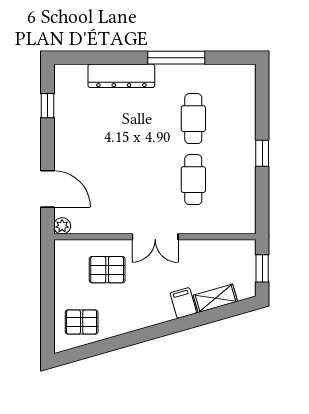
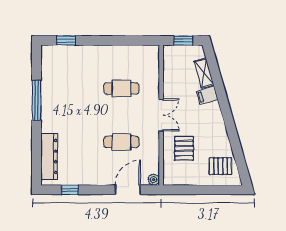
dresser: (121, 76) -> (49, 156), moved
cafe table: (193, 119) -> (121, 142), moved
window: (262, 153) -> (66, 41), moved
pallet: (82, 322) -> (220, 166), turned 90

